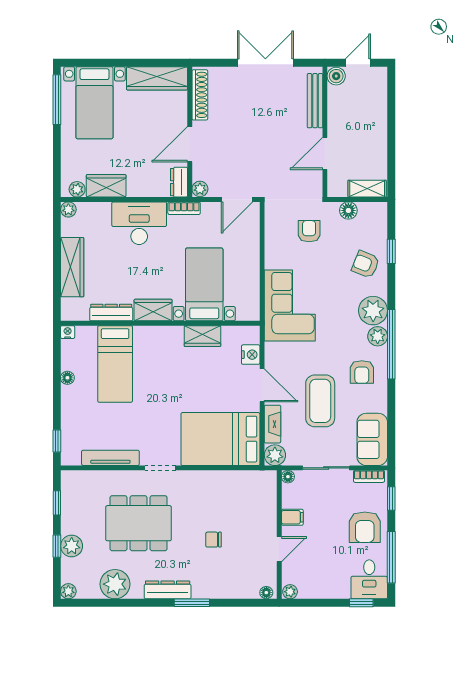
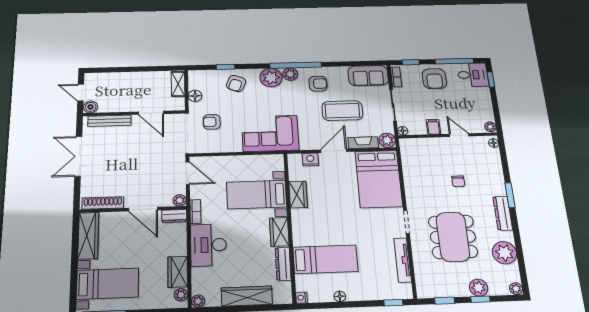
armchair: (365, 527) -> (434, 79), turned 90

